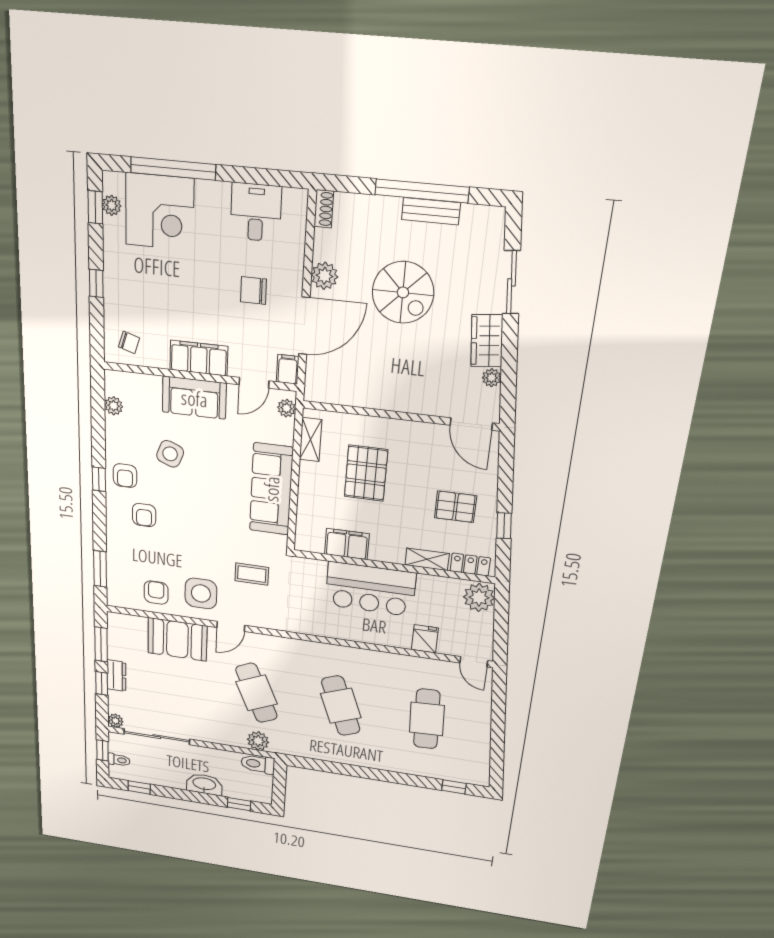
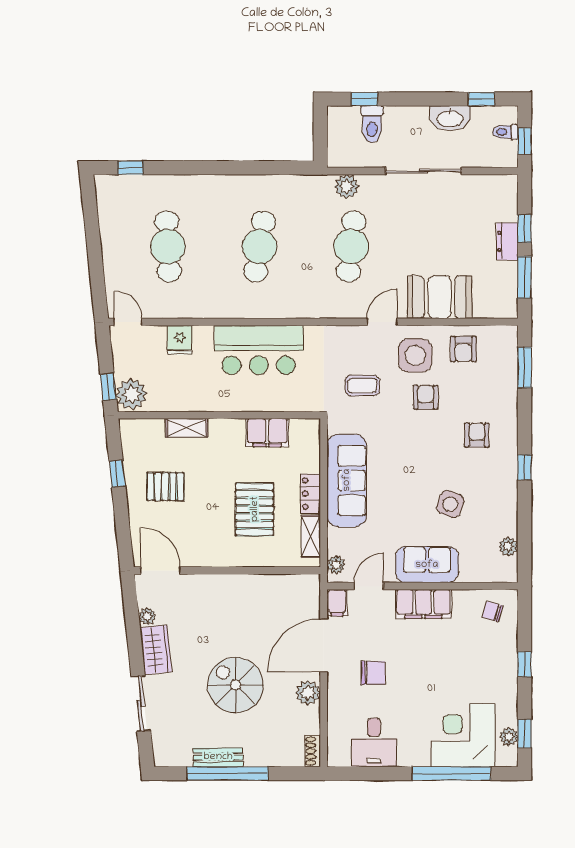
armchair: (125, 476) -> (426, 397), moved
locker: (470, 565) -> (310, 494), moved, turned 90
bar counter: (370, 589) -> (259, 350), moved, turned 180
window: (501, 607) -> (108, 387), added
cafe table: (256, 693) -> (351, 246), turned 30
cafe table: (341, 706) -> (260, 246), turned 30
plant: (115, 721) -> (509, 183), removed
sliding door: (157, 737) -> (423, 171), moved
toilet: (258, 764) -> (372, 124), moved, turned 90
washbasin: (204, 784) -> (450, 118), moved

